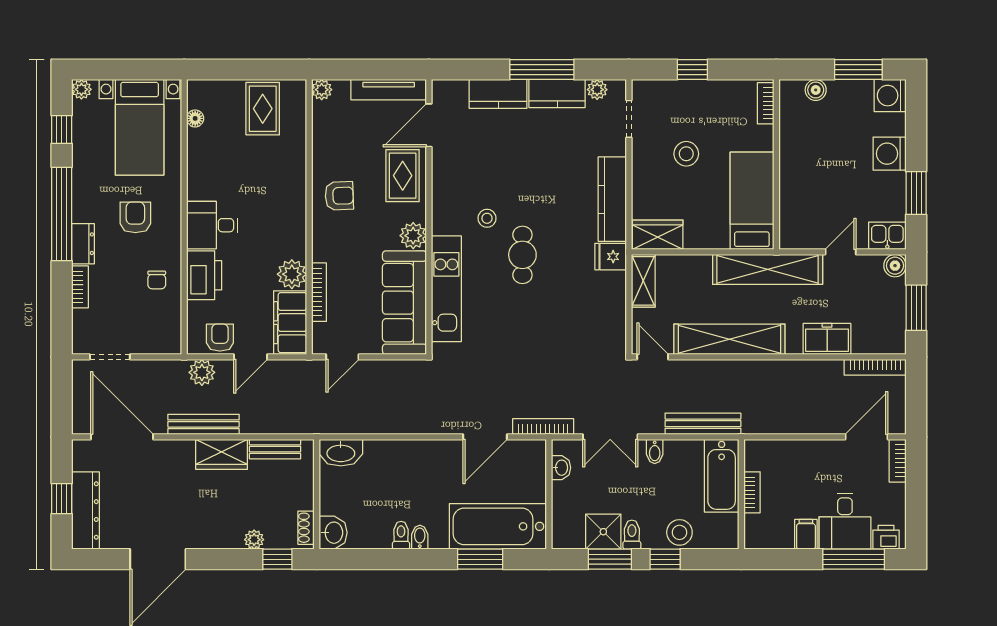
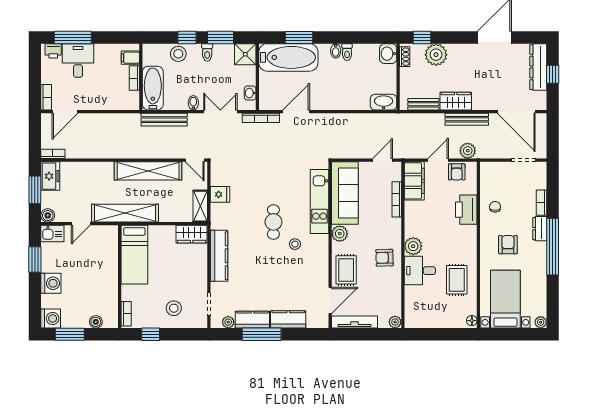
window: (692, 70) -> (151, 334), moved
rug: (263, 109) -> (457, 280), moved
floor lamp: (195, 118) -> (472, 321), moved
window: (62, 129) -> (553, 298), removed
stool: (686, 154) -> (174, 308), moved
armchair: (135, 217) -> (508, 245), turned 180
desk: (212, 225) -> (420, 271), moved, turned 180
fridge: (611, 257) -> (220, 194), moved
plant: (292, 274) -> (413, 246), moved
freezer: (827, 339) -> (50, 176), moved, turned -90
bookcase: (875, 367) -> (53, 154), width x0.64
shower: (603, 532) -> (245, 54), moved
filing cabinet: (806, 534) -> (130, 58), moved, turned 90
plant: (254, 540) -> (436, 55), width x1.88, depth x1.88

